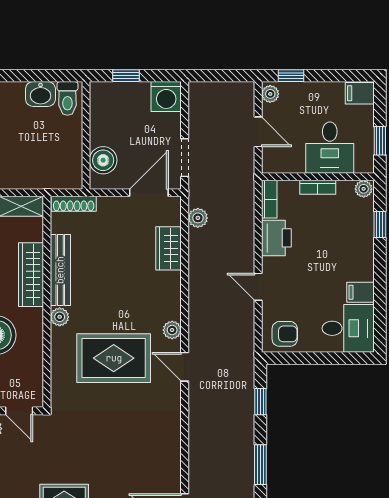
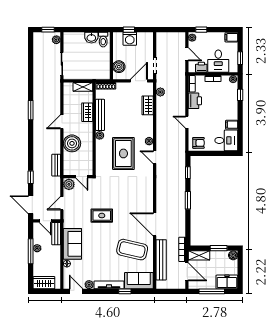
washing machine: (166, 97) -> (130, 39), moved
printer: (291, 162) -> (201, 67), added
wardrobe: (31, 275) -> (87, 112), width x0.67
rug: (114, 358) -> (123, 153), turned 90

